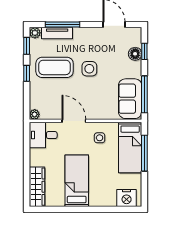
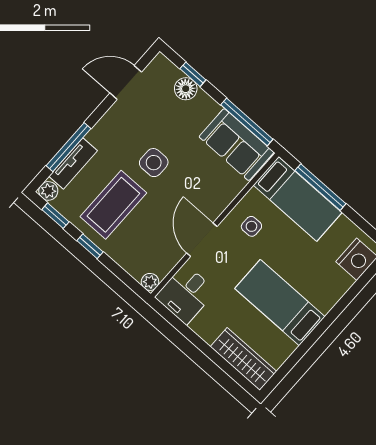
door: (74, 121) -> (202, 240), hinge flipped

